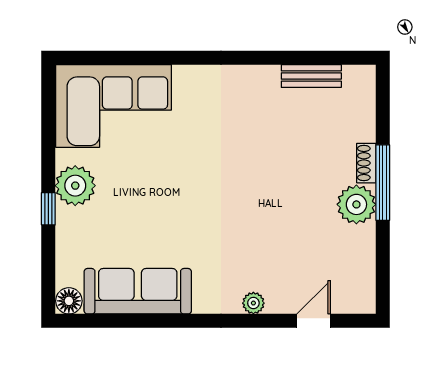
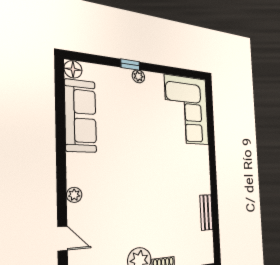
bench: (311, 76) -> (206, 212), moved
plant: (75, 186) -> (138, 76), width x0.53, depth x0.53

